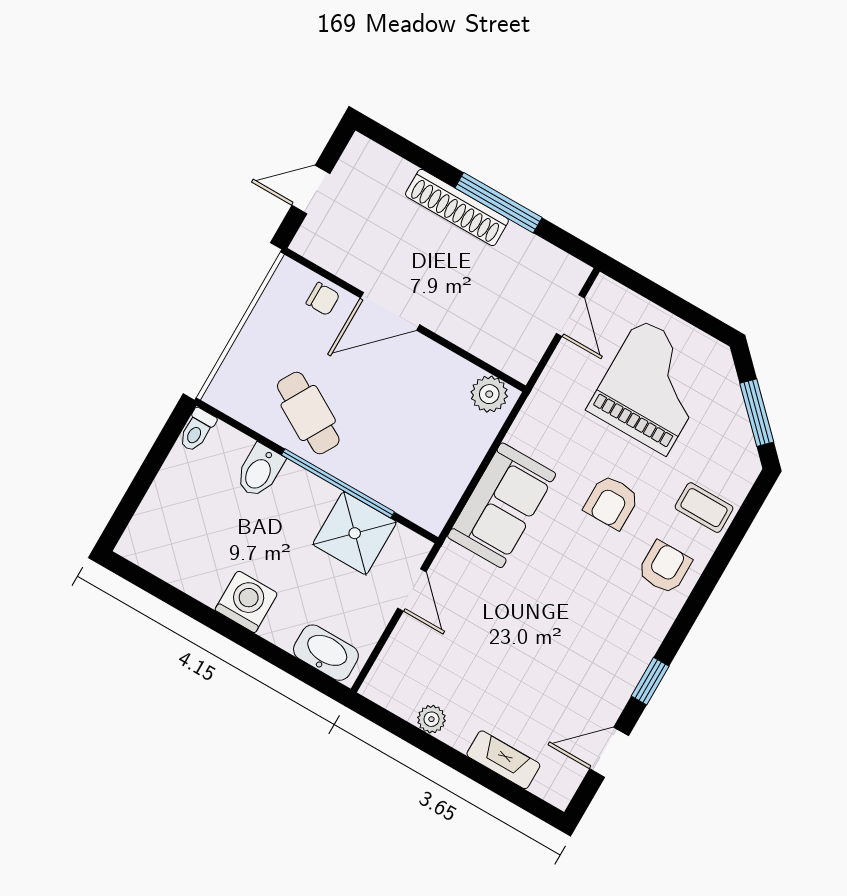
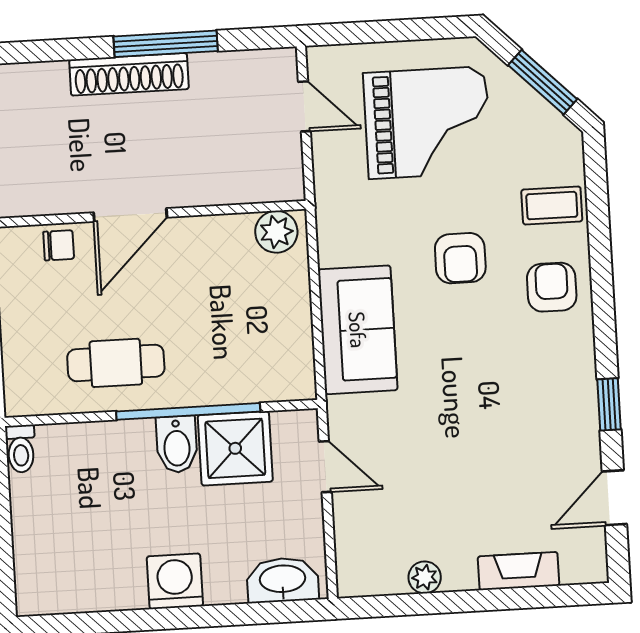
grand piano: (653, 387) -> (427, 123), turned 90
cafe table: (308, 413) -> (116, 363), turned -30
bidet: (260, 471) -> (177, 444), moved

